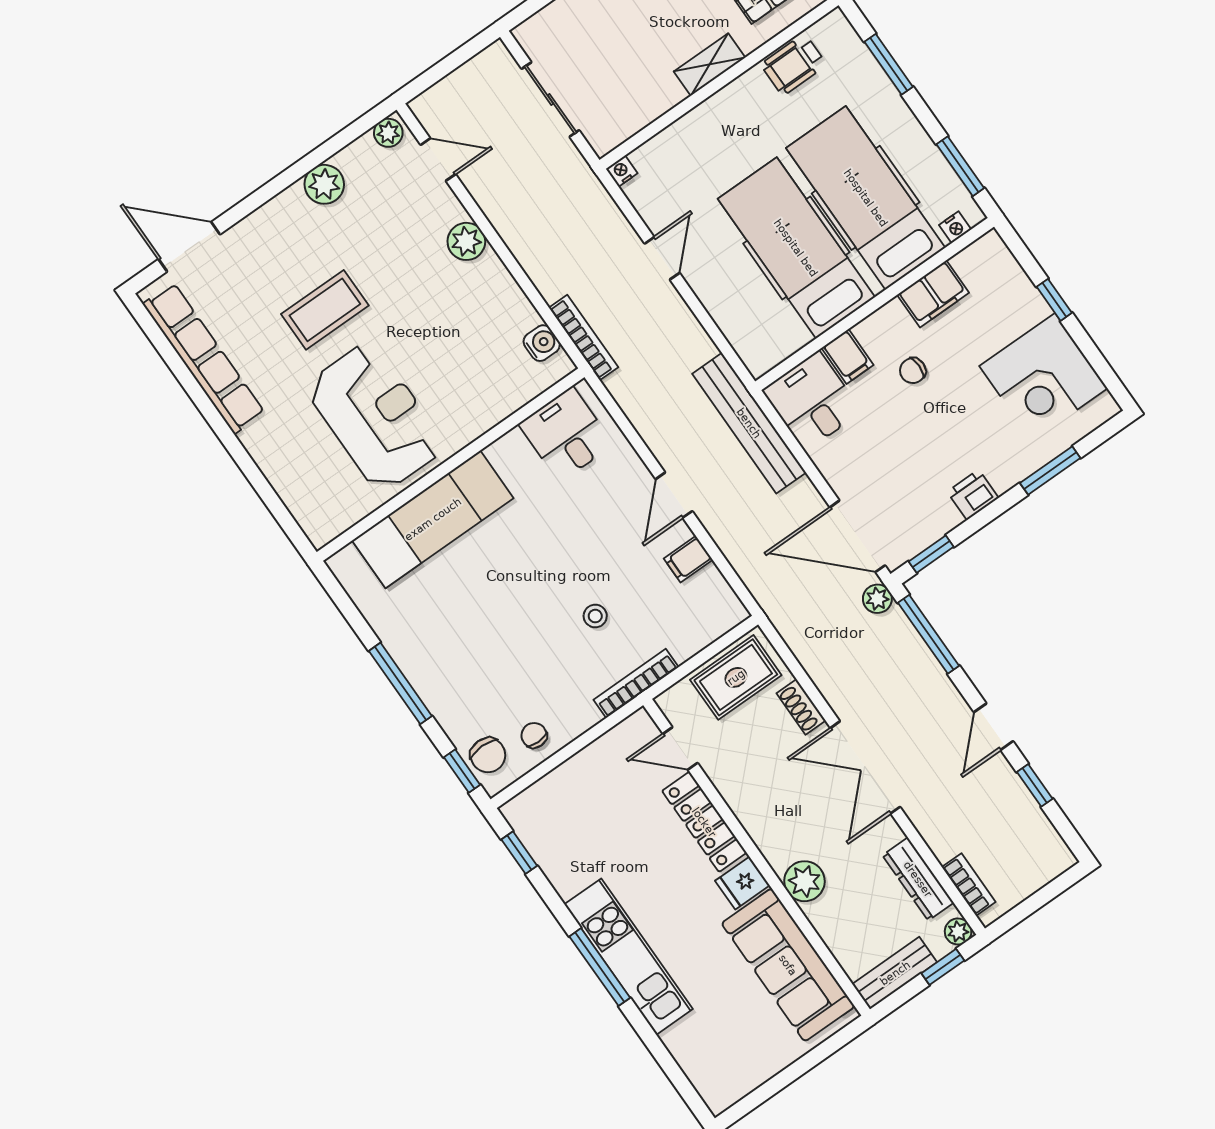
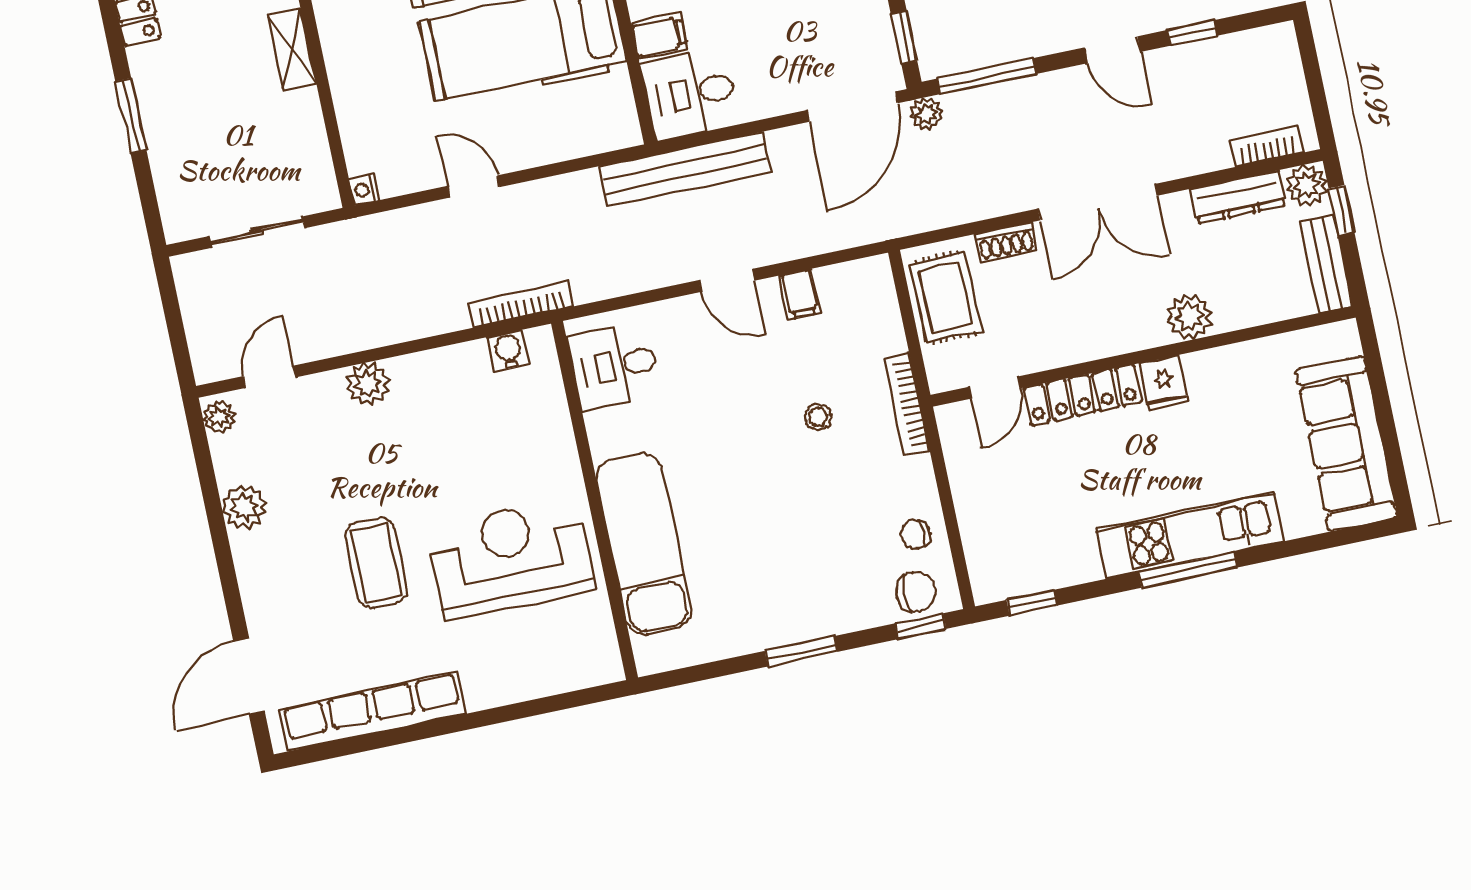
window: (400, 683) -> (801, 651), width x0.69
plant: (958, 932) -> (1307, 185), width x1.38, depth x1.38
sofa: (788, 965) -> (1346, 444), moved, turned 90

